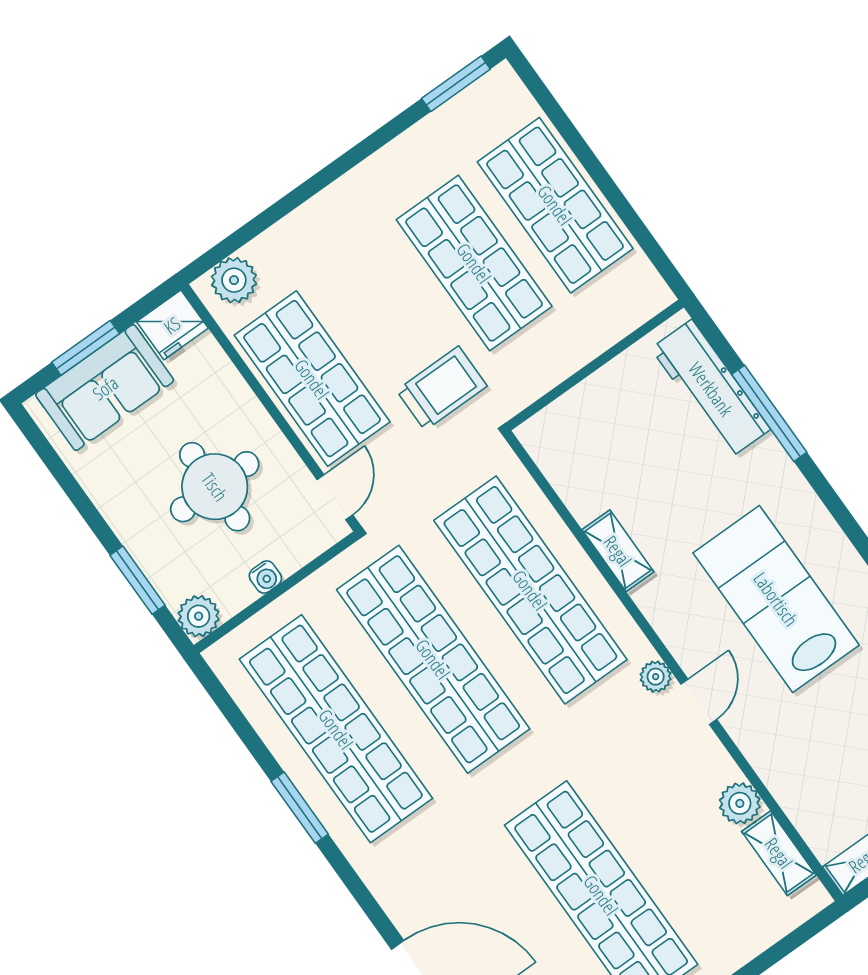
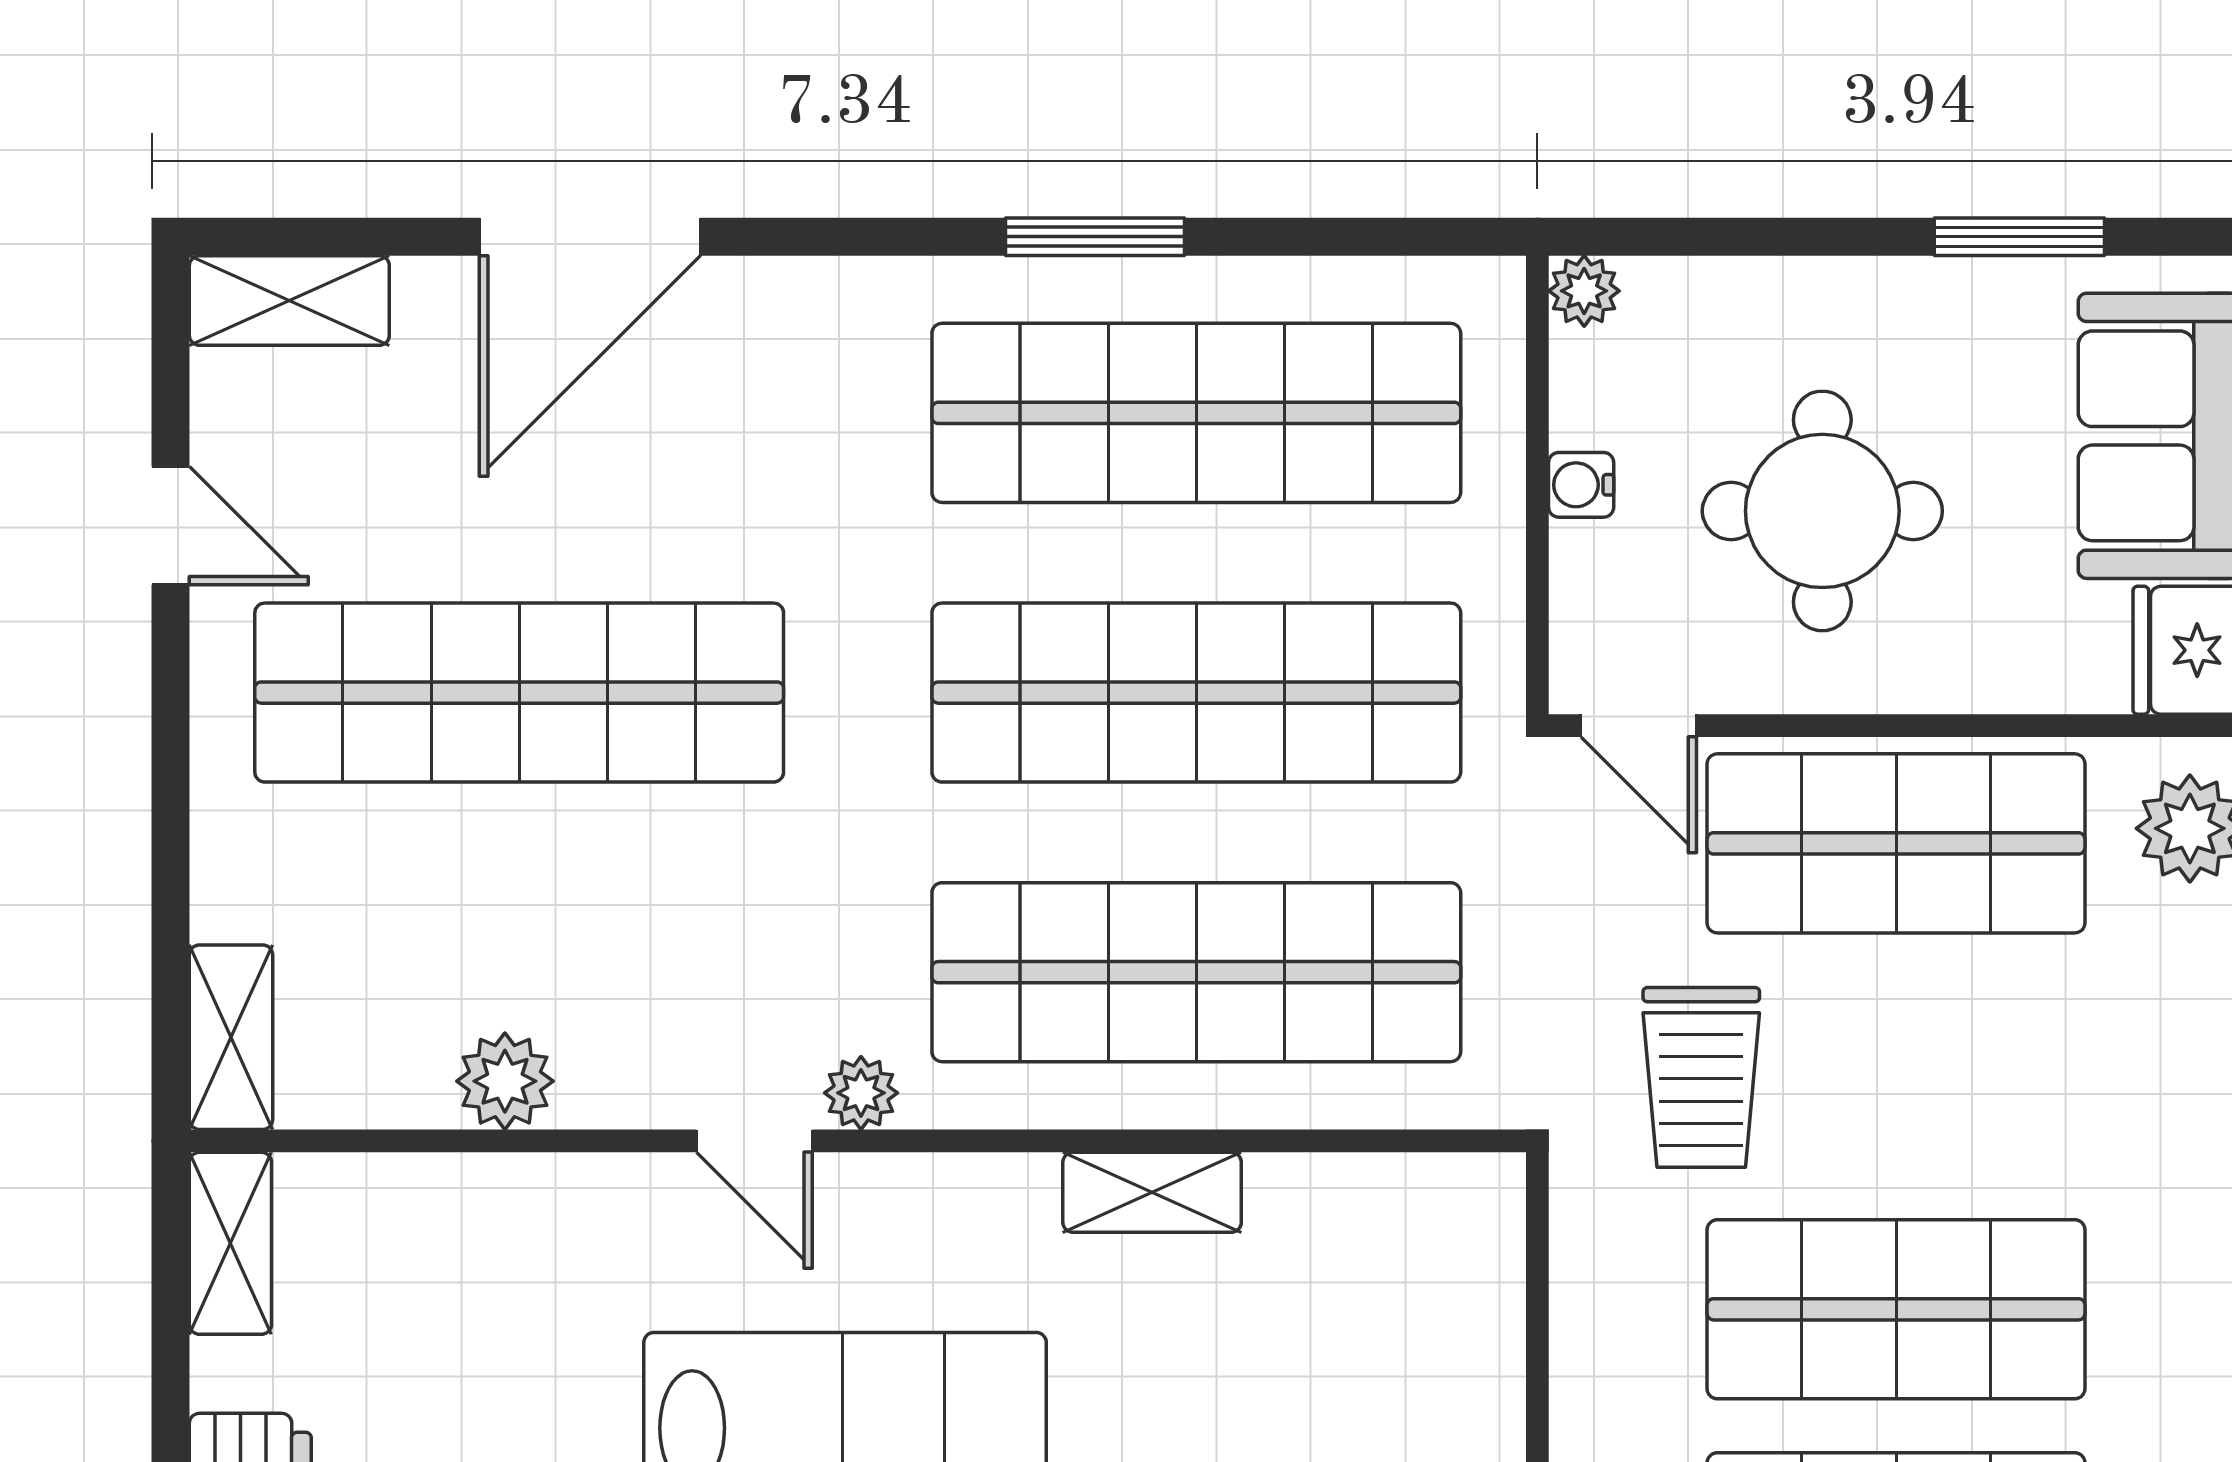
window: (137, 580) -> (2019, 237), moved
plant: (199, 616) -> (1584, 291), width x0.73, depth x0.73
shelving: (779, 853) -> (231, 1037), moved, turned 90

